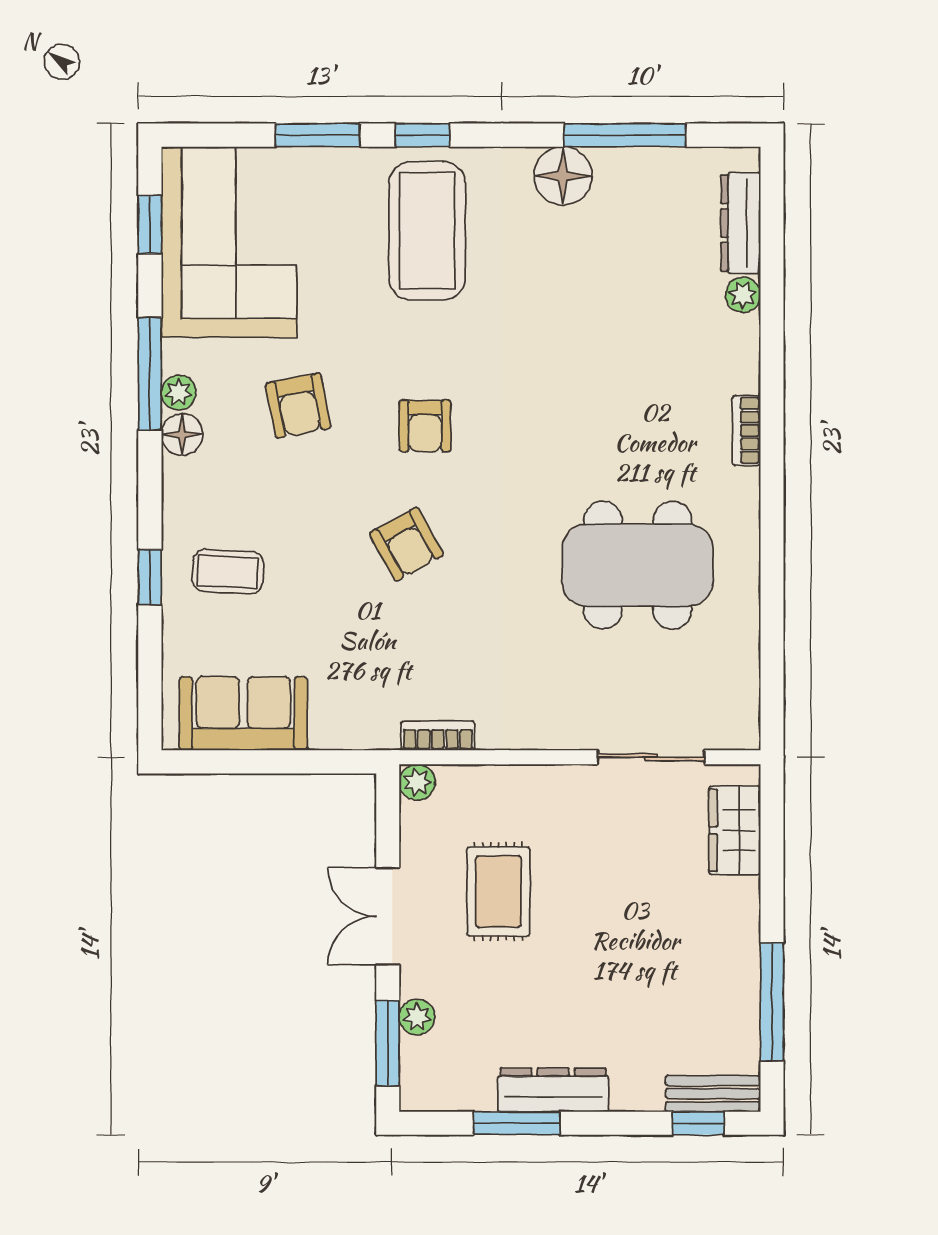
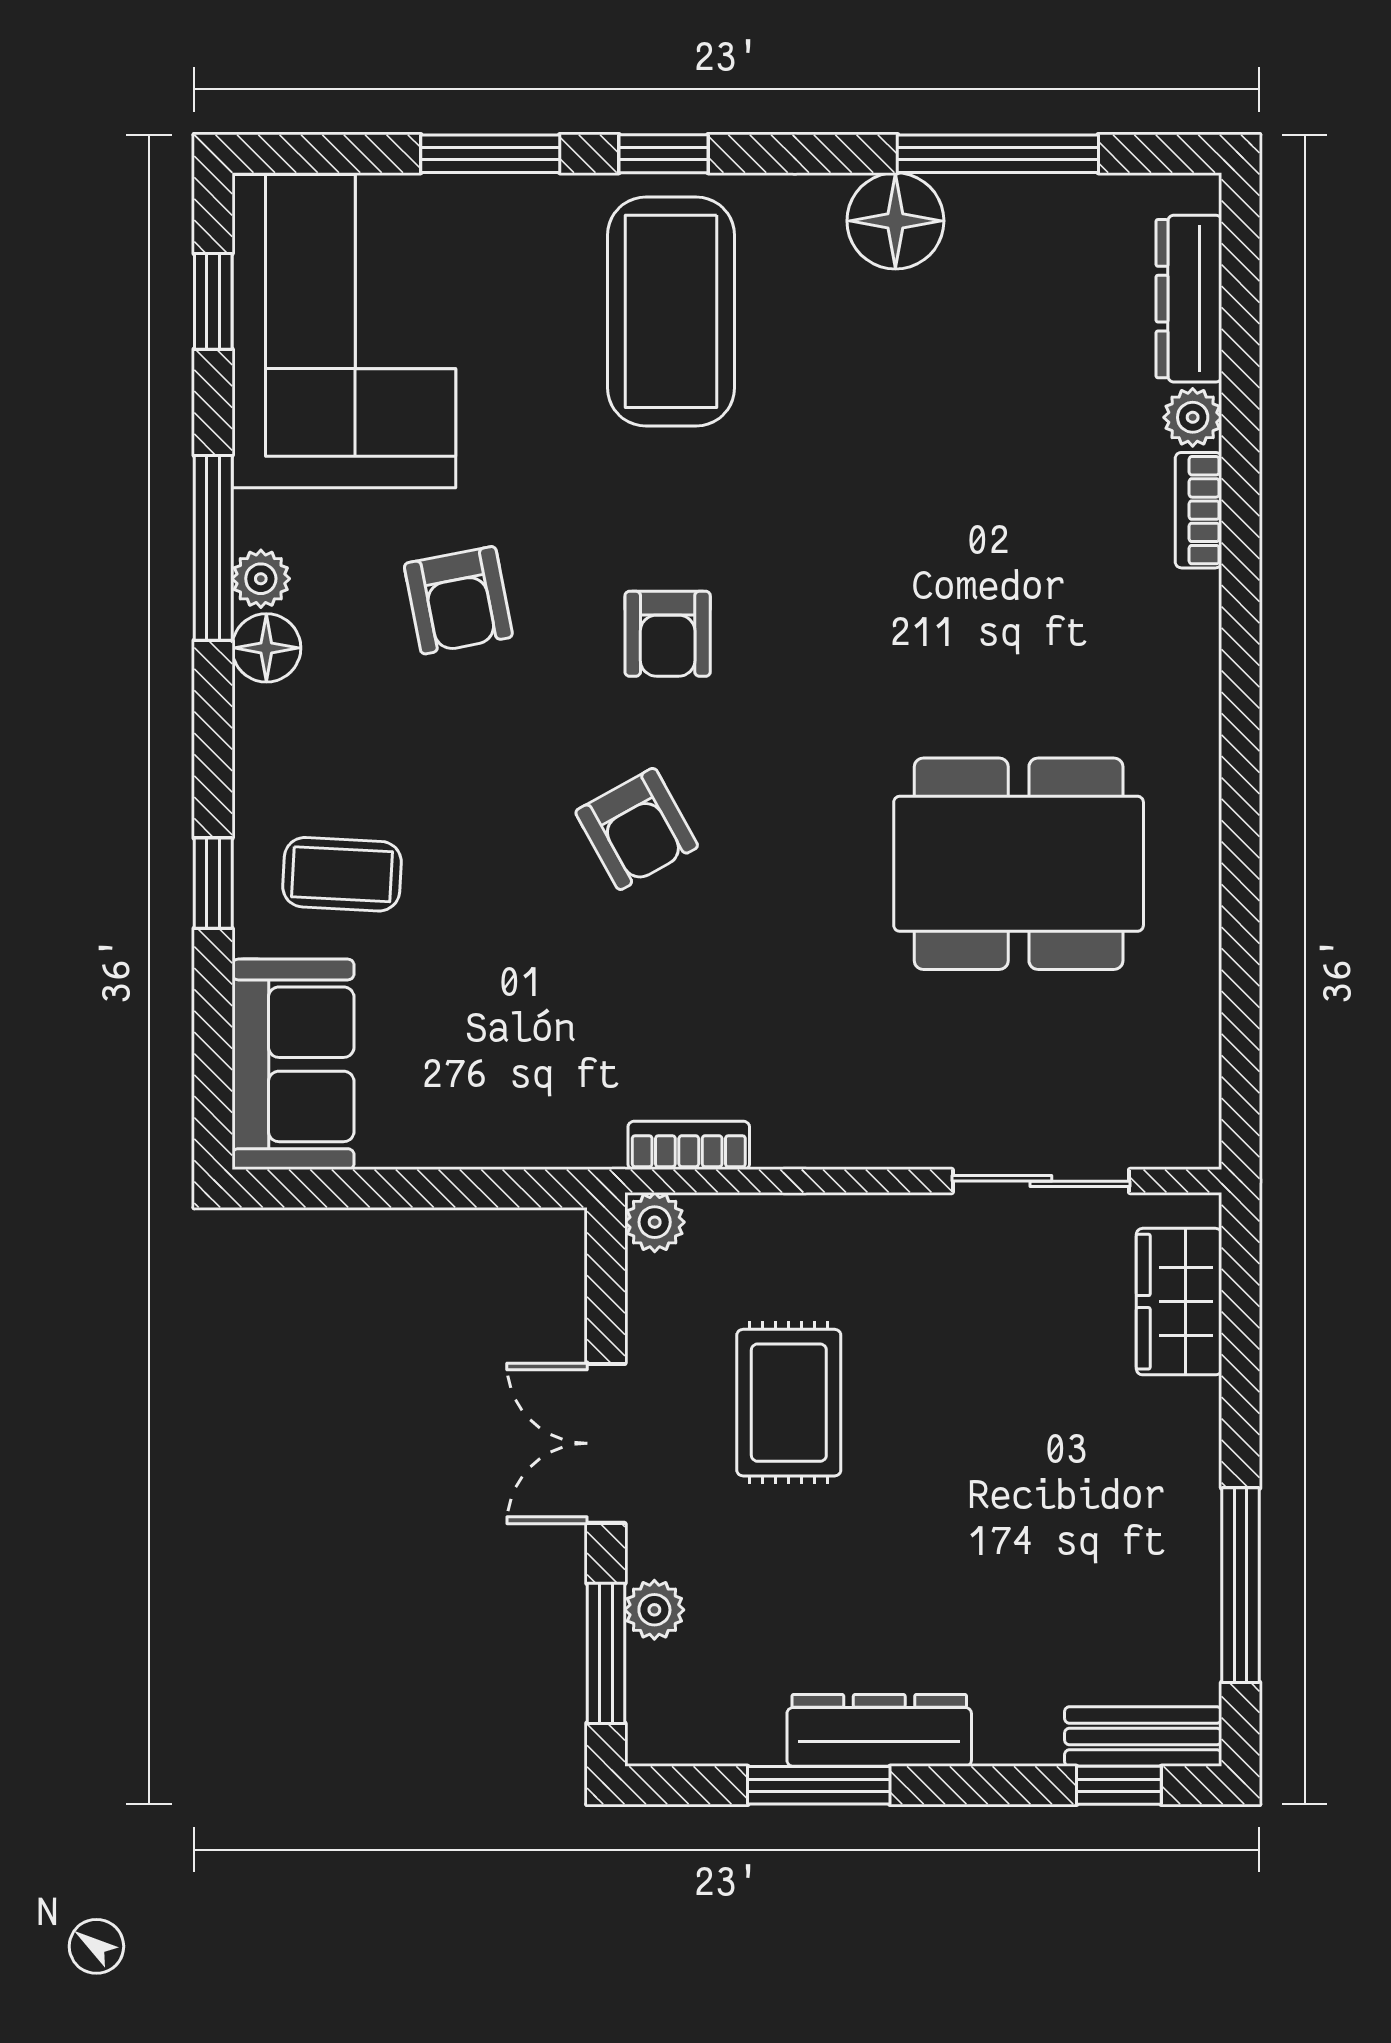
bookcase: (746, 430) -> (1198, 510), moved
sofa: (243, 714) -> (293, 1064), moved, turned 90

